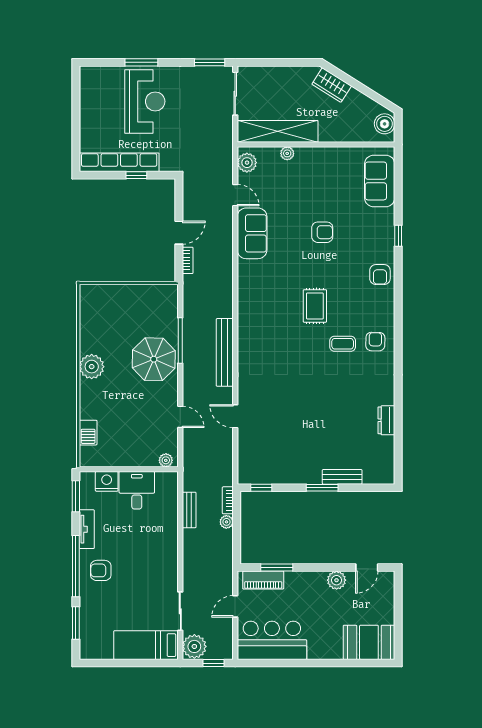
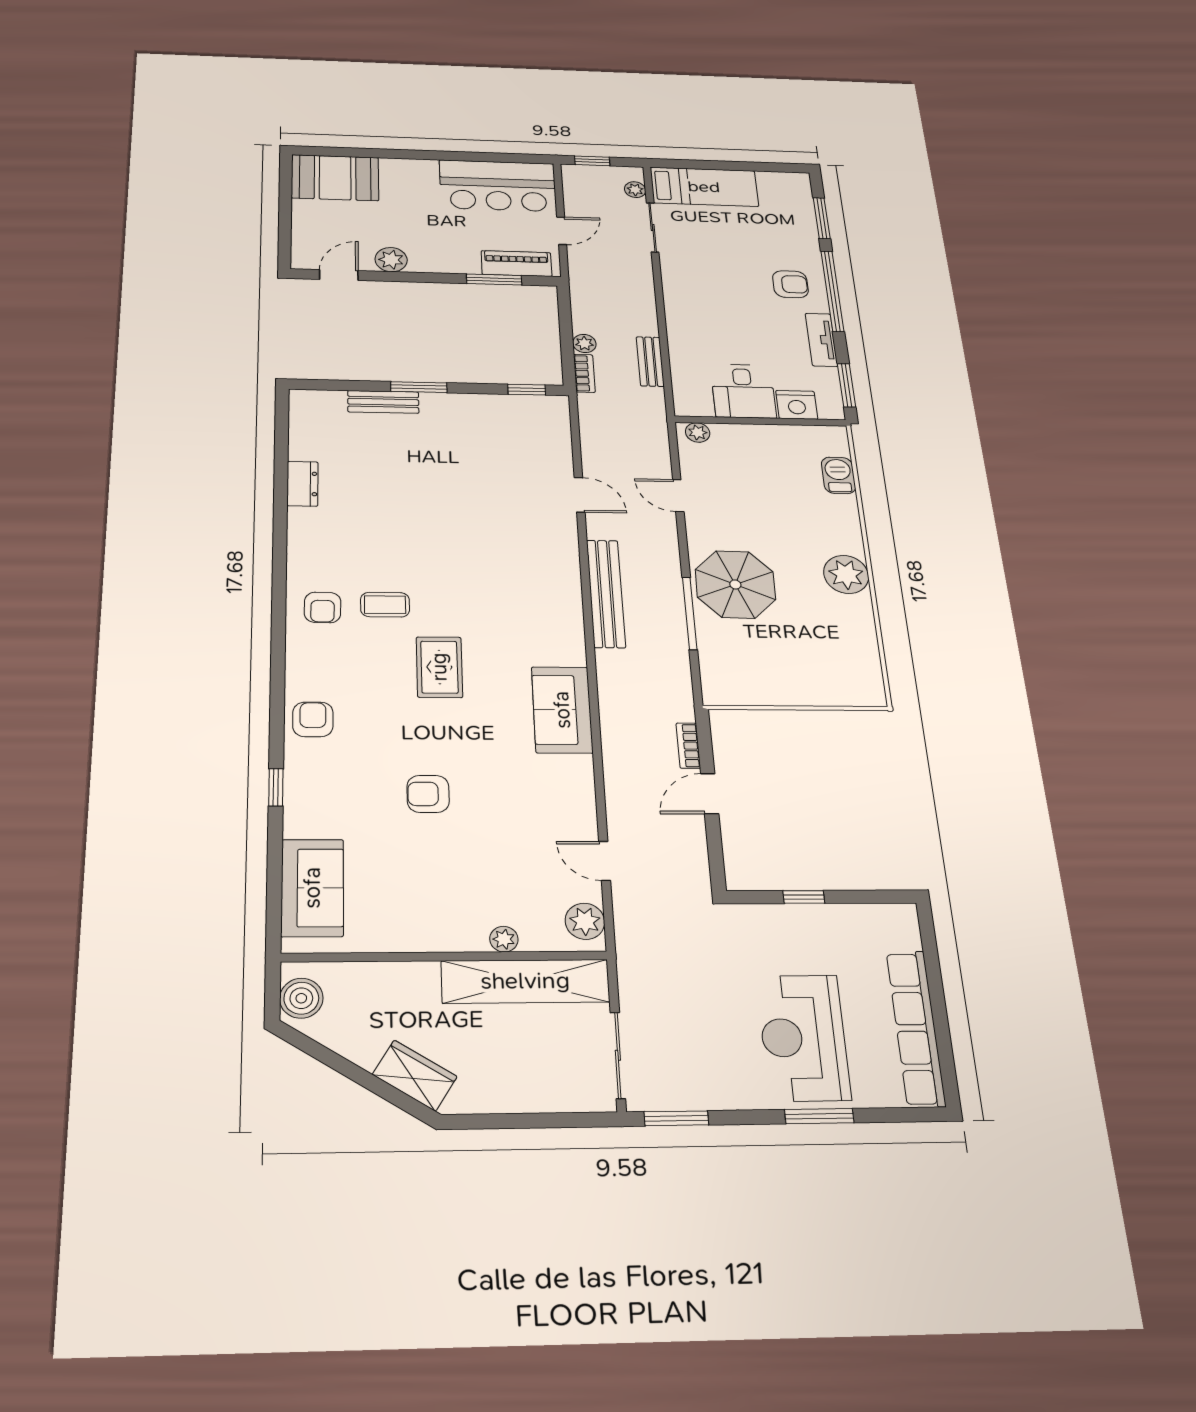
row of seats: (119, 162) -> (916, 1028), moved, turned 90
sofa: (252, 233) -> (562, 710), moved
plant: (194, 646) -> (635, 190), width x0.53, depth x0.53

